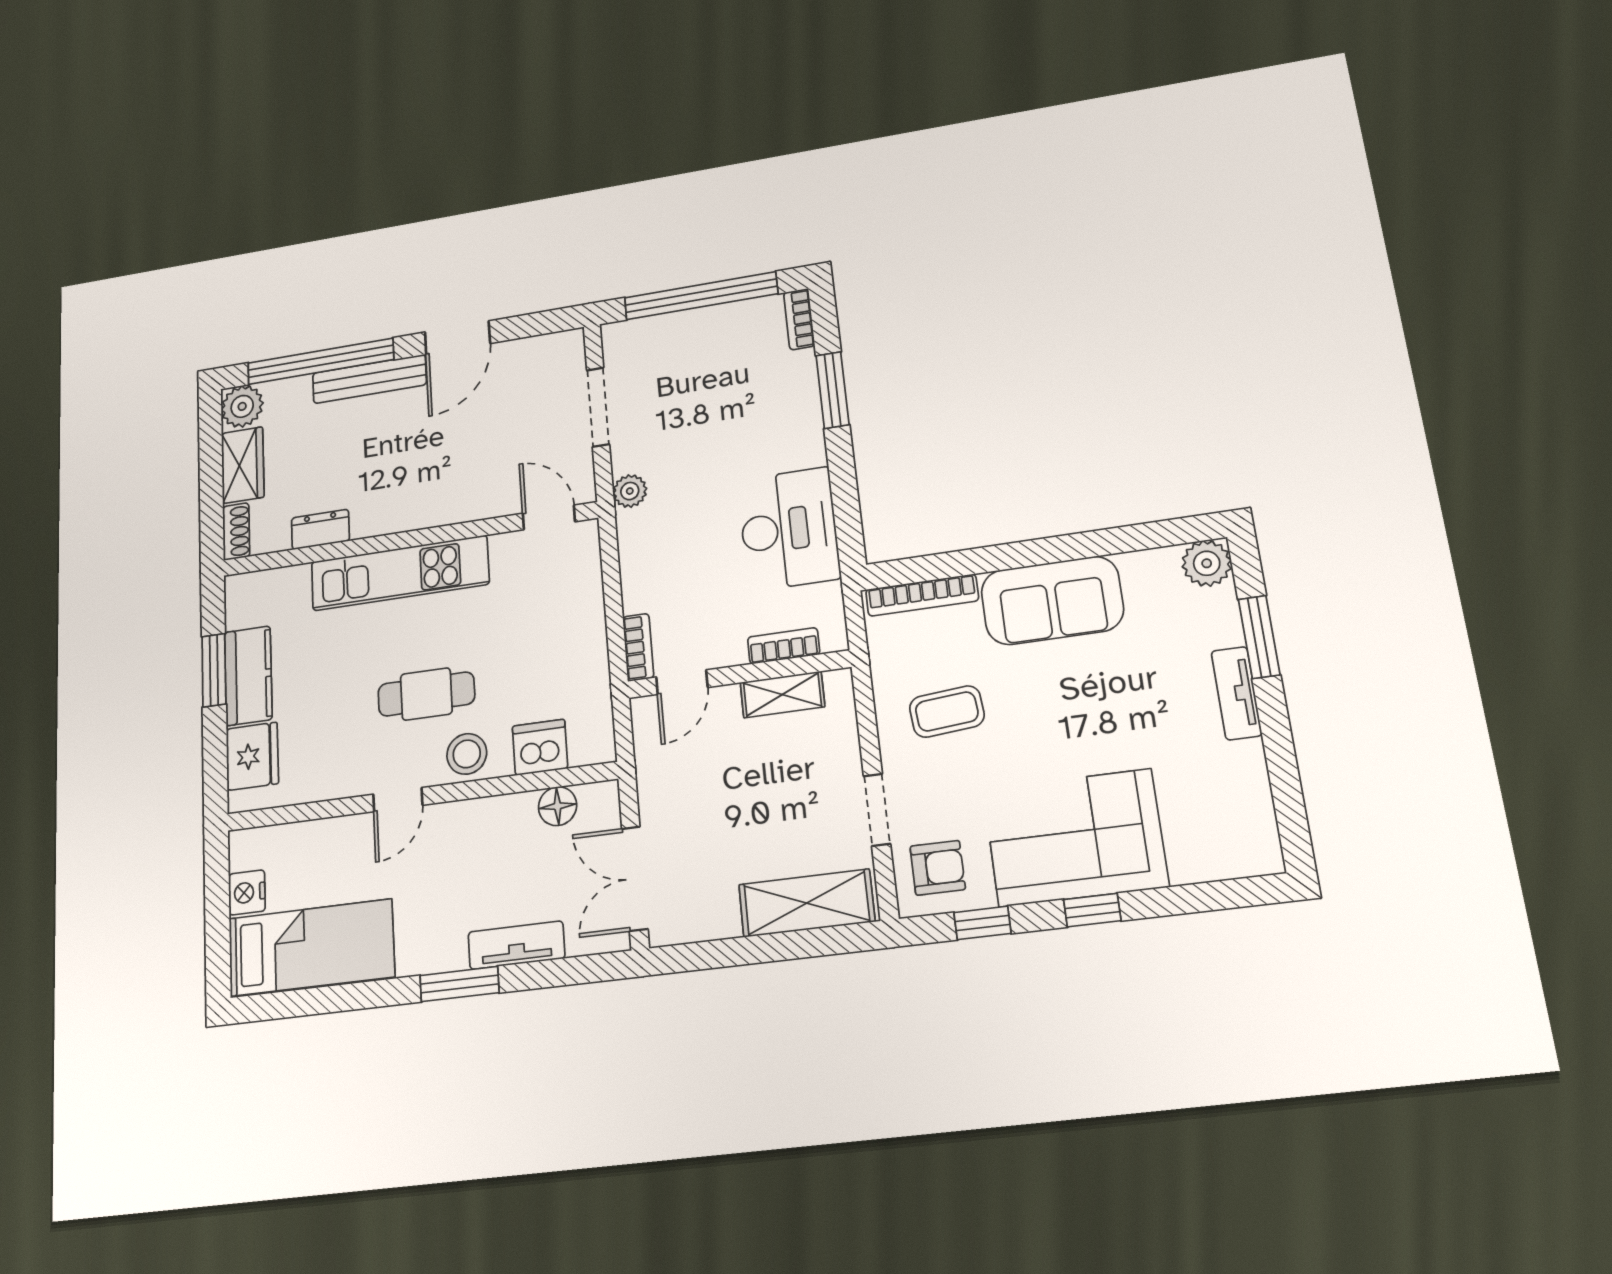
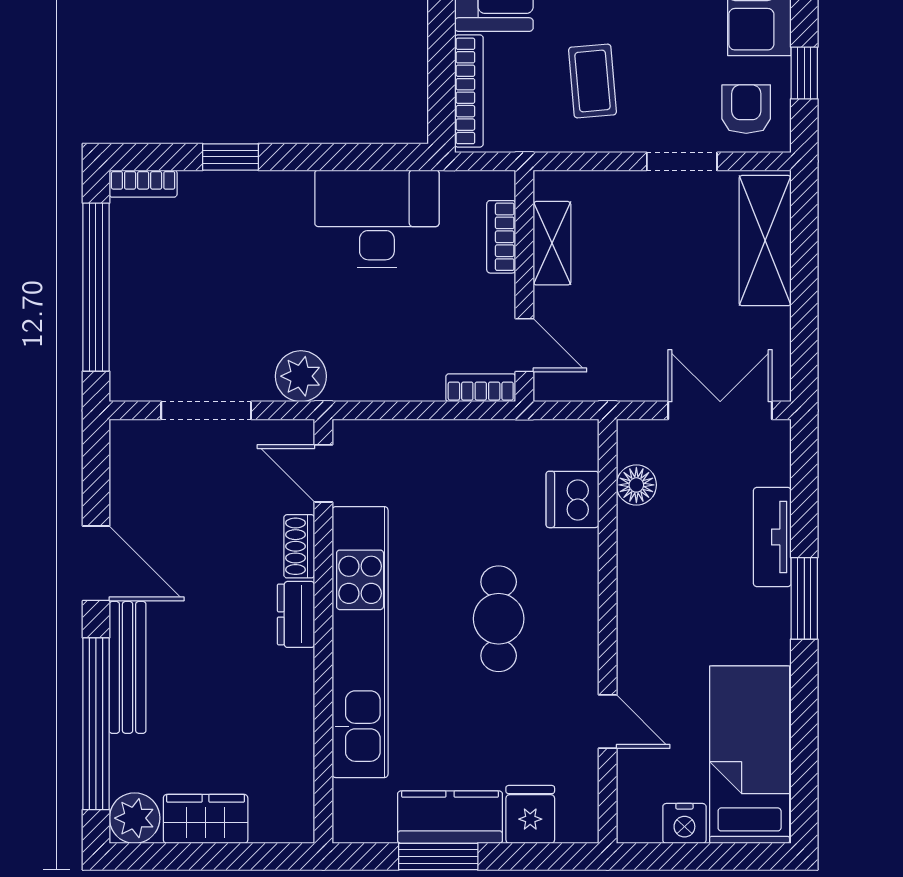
window: (833, 390) -> (231, 157), width x0.67
plant: (630, 491) -> (301, 376), width x1.38, depth x1.38
door: (549, 517) -> (323, 473), hinge flipped
dresser: (320, 529) -> (296, 614), moved
shoe rack: (236, 532) -> (299, 546), moved, turned -90
kitchen unit: (400, 573) -> (360, 642), width x1.36
stool: (467, 754) -> (569, 578), removed
fridge: (252, 756) -> (530, 814), width x0.72
door: (398, 800) -> (608, 722), moved
double door: (635, 879) -> (720, 410), swing flipped

